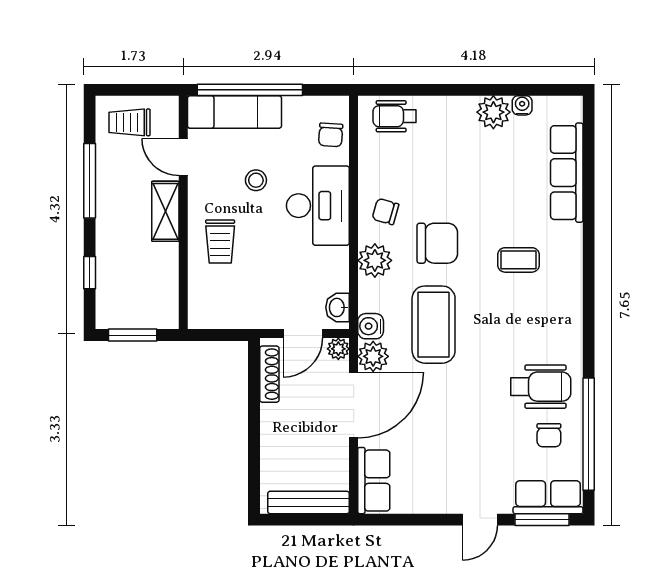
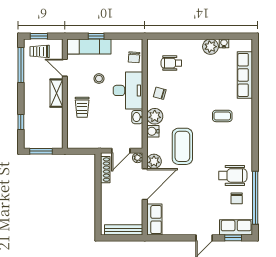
window: (128, 90) -> (39, 36), added
window: (250, 90) -> (96, 36), width x0.32
wheelchair: (395, 116) -> (171, 63), moved
window: (90, 181) -> (21, 65), moved
chair: (437, 243) -> (184, 108), removed
washbasin: (338, 307) -> (137, 117), moved
water cooler: (371, 326) -> (153, 131), moved
window: (542, 520) -> (233, 238), width x0.67

